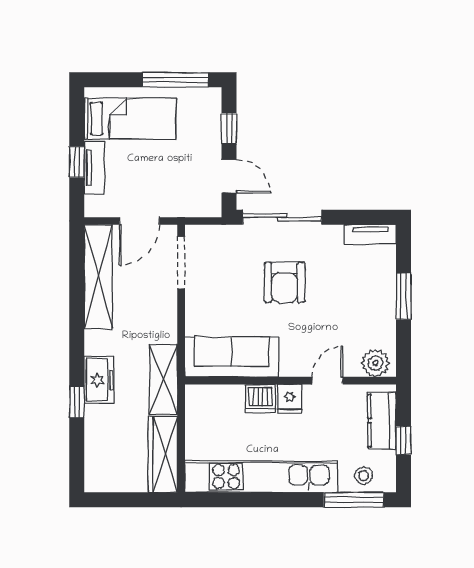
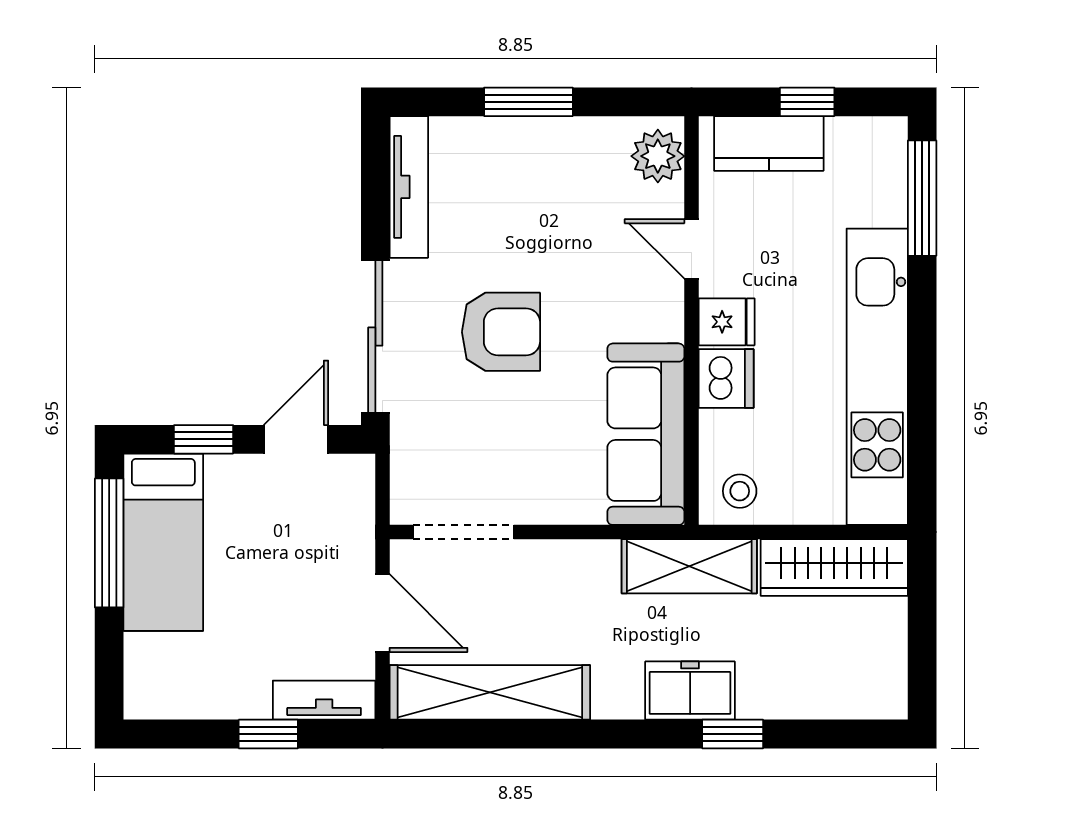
bed: (130, 119) -> (163, 542), moved, turned 180
tv unit: (94, 168) -> (324, 700), moved
tv unit: (370, 235) -> (409, 187), width x1.41
stool: (364, 475) -> (740, 491), moved

